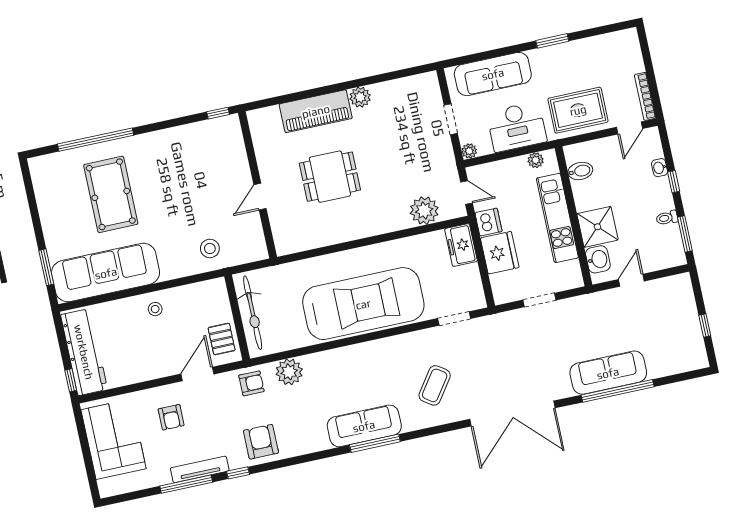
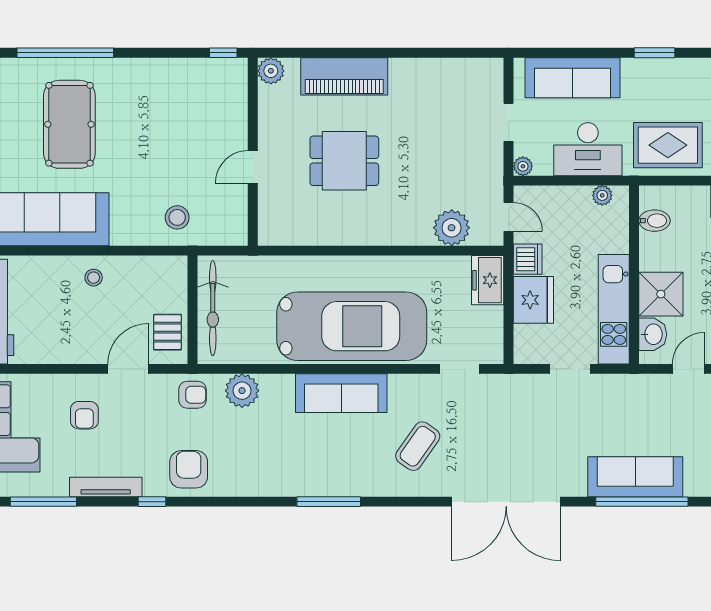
plant: (360, 97) -> (271, 71), moved
kitchen unit: (557, 218) -> (614, 309), moved
sofa: (364, 426) -> (341, 393), moved, turned 180
window: (186, 484) -> (43, 502), moved

